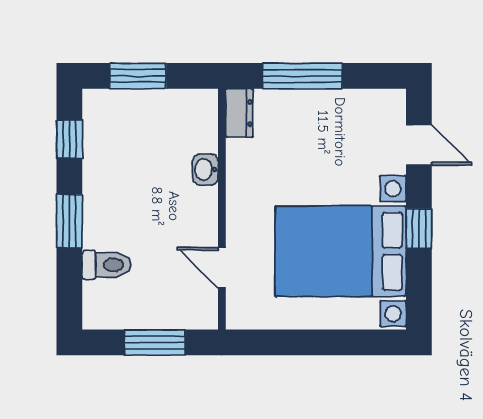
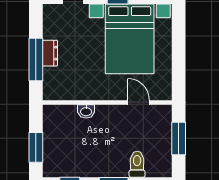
dresser: (239, 113) -> (50, 53), moved, turned 90
door: (222, 268) -> (139, 102), swing flipped

